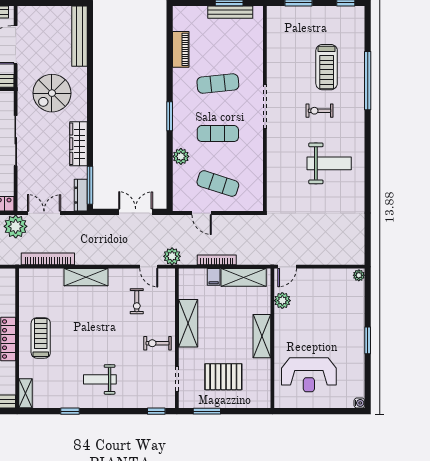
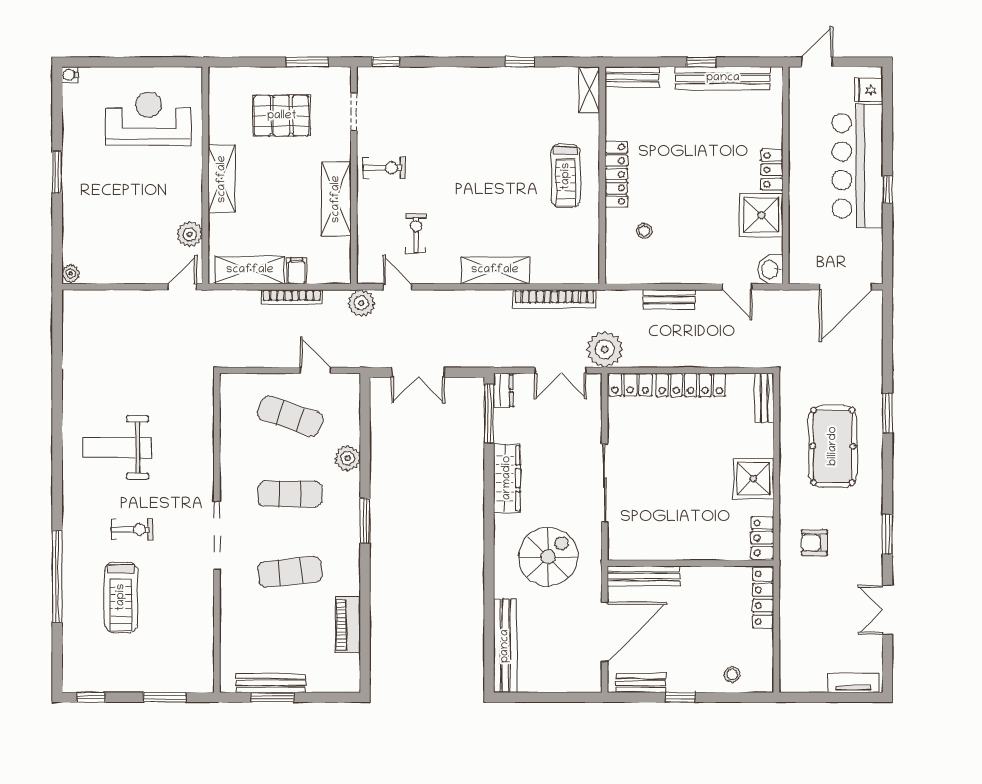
treadmill: (327, 67) -> (121, 597), turned 180
dresser: (81, 195) -> (503, 390), width x0.70
weight bench: (100, 379) -> (474, 111), removed

